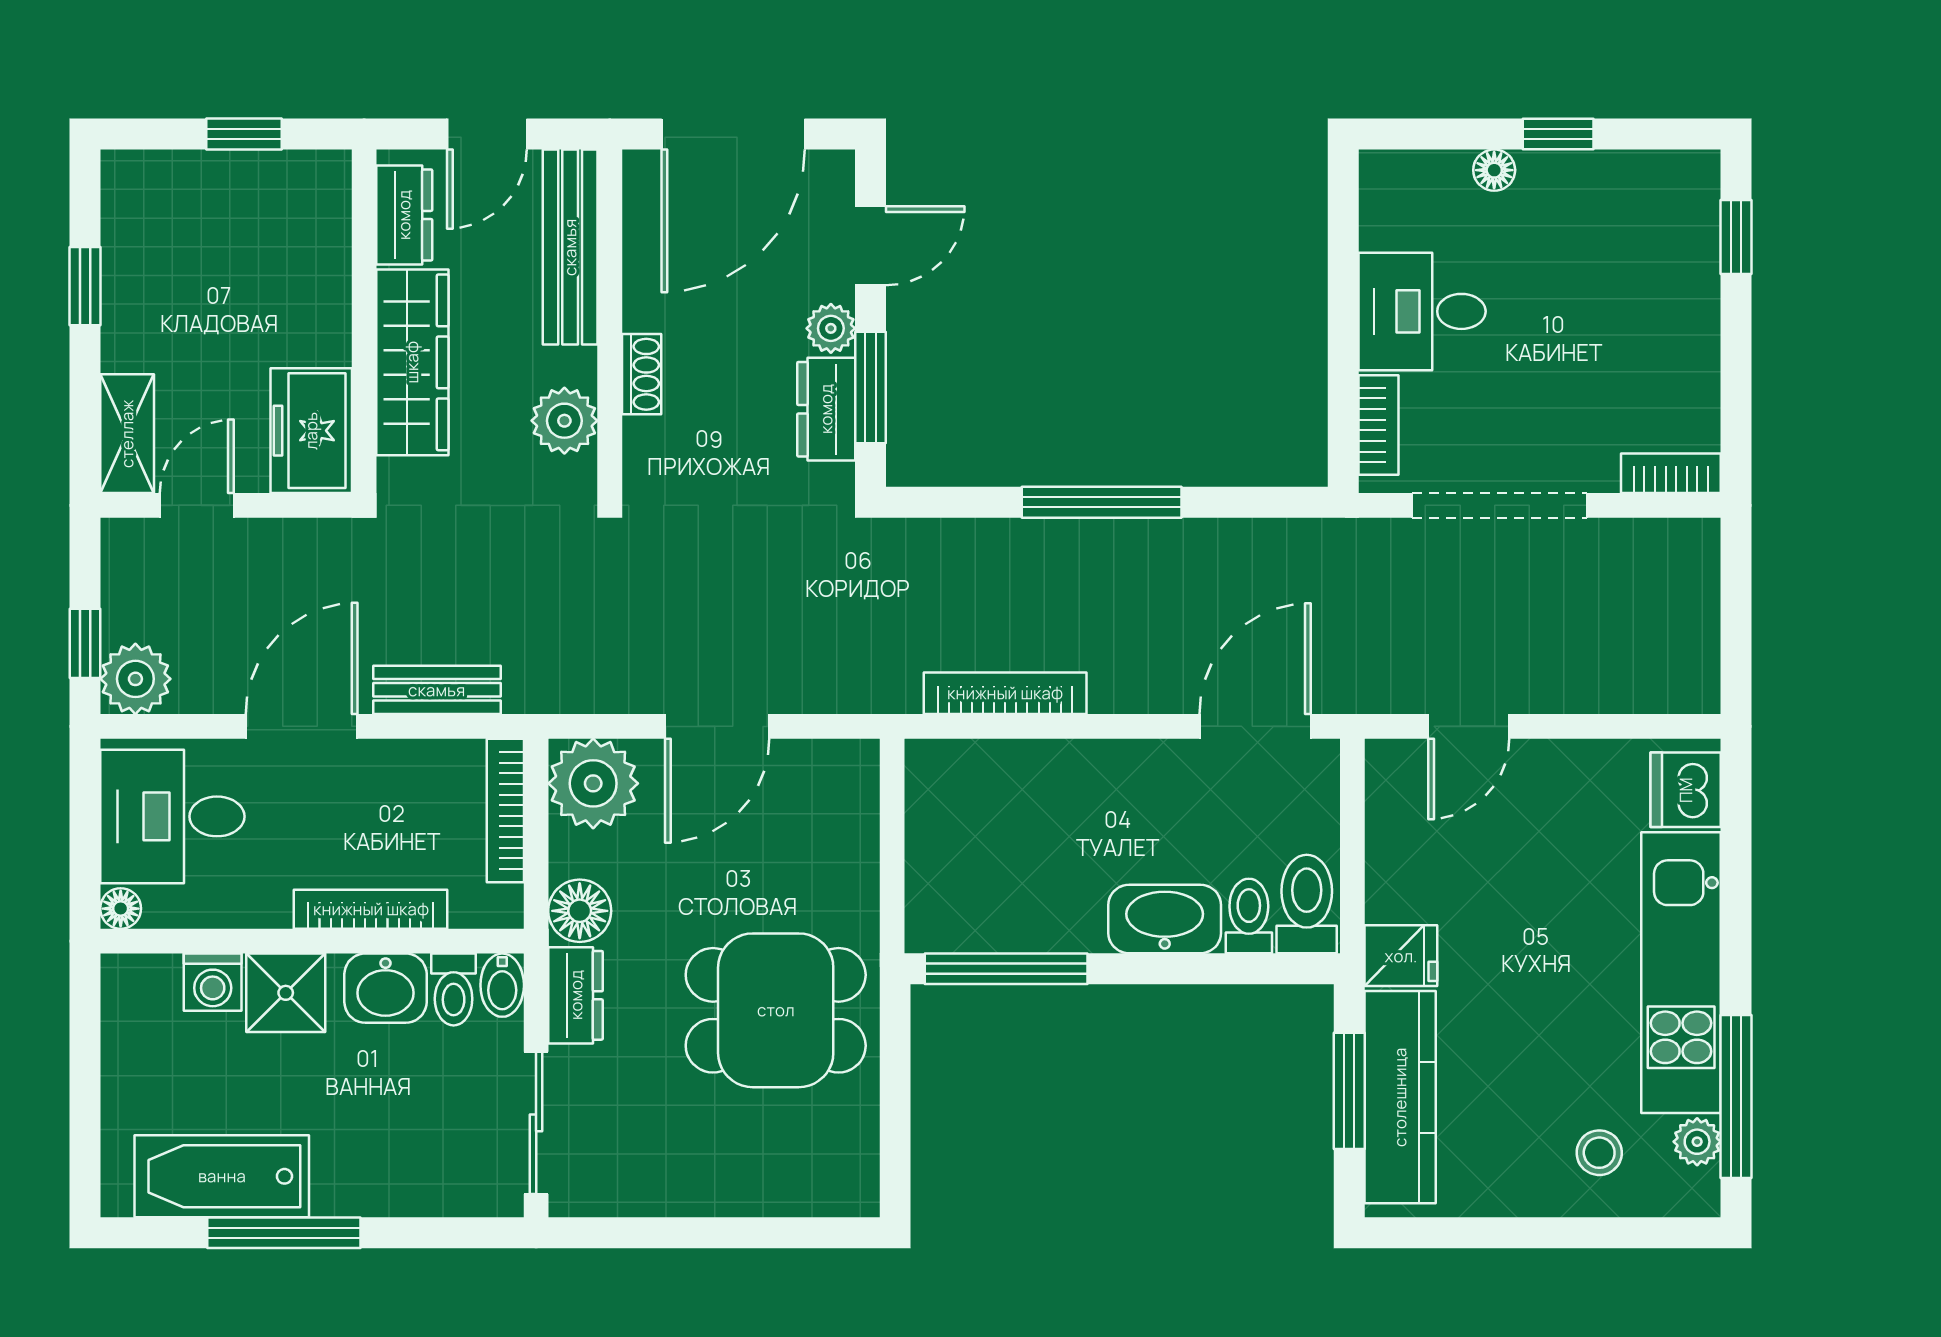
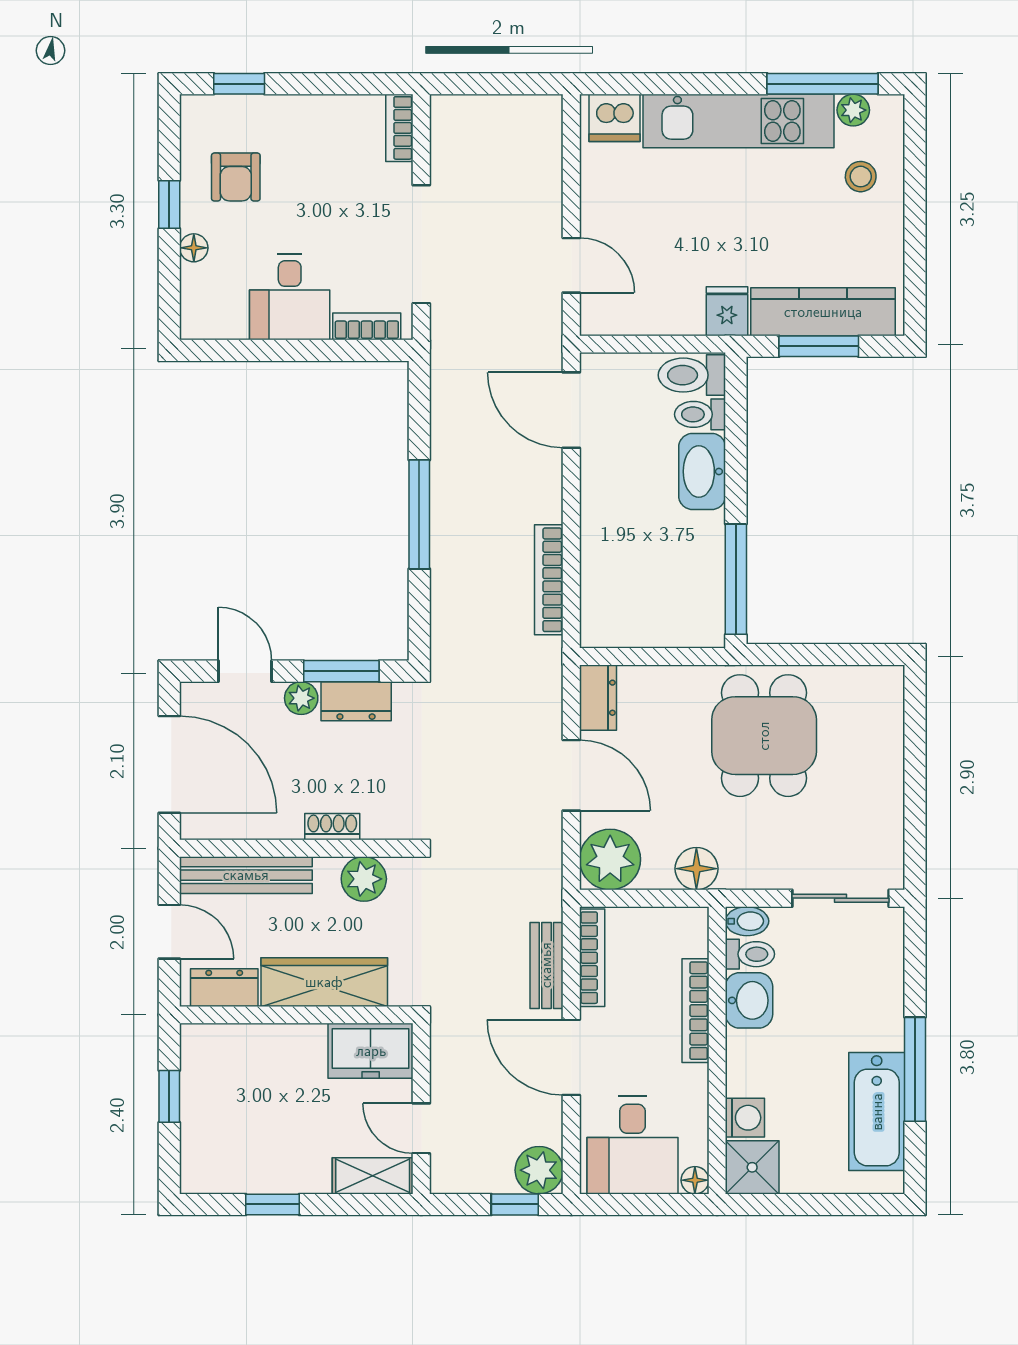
armchair: (1599, 232) -> (236, 177), added
bookcase: (505, 811) -> (592, 958), moved, turned -90
shower: (286, 993) -> (752, 1167), moved
dresser: (576, 995) -> (598, 698), moved, turned 90

